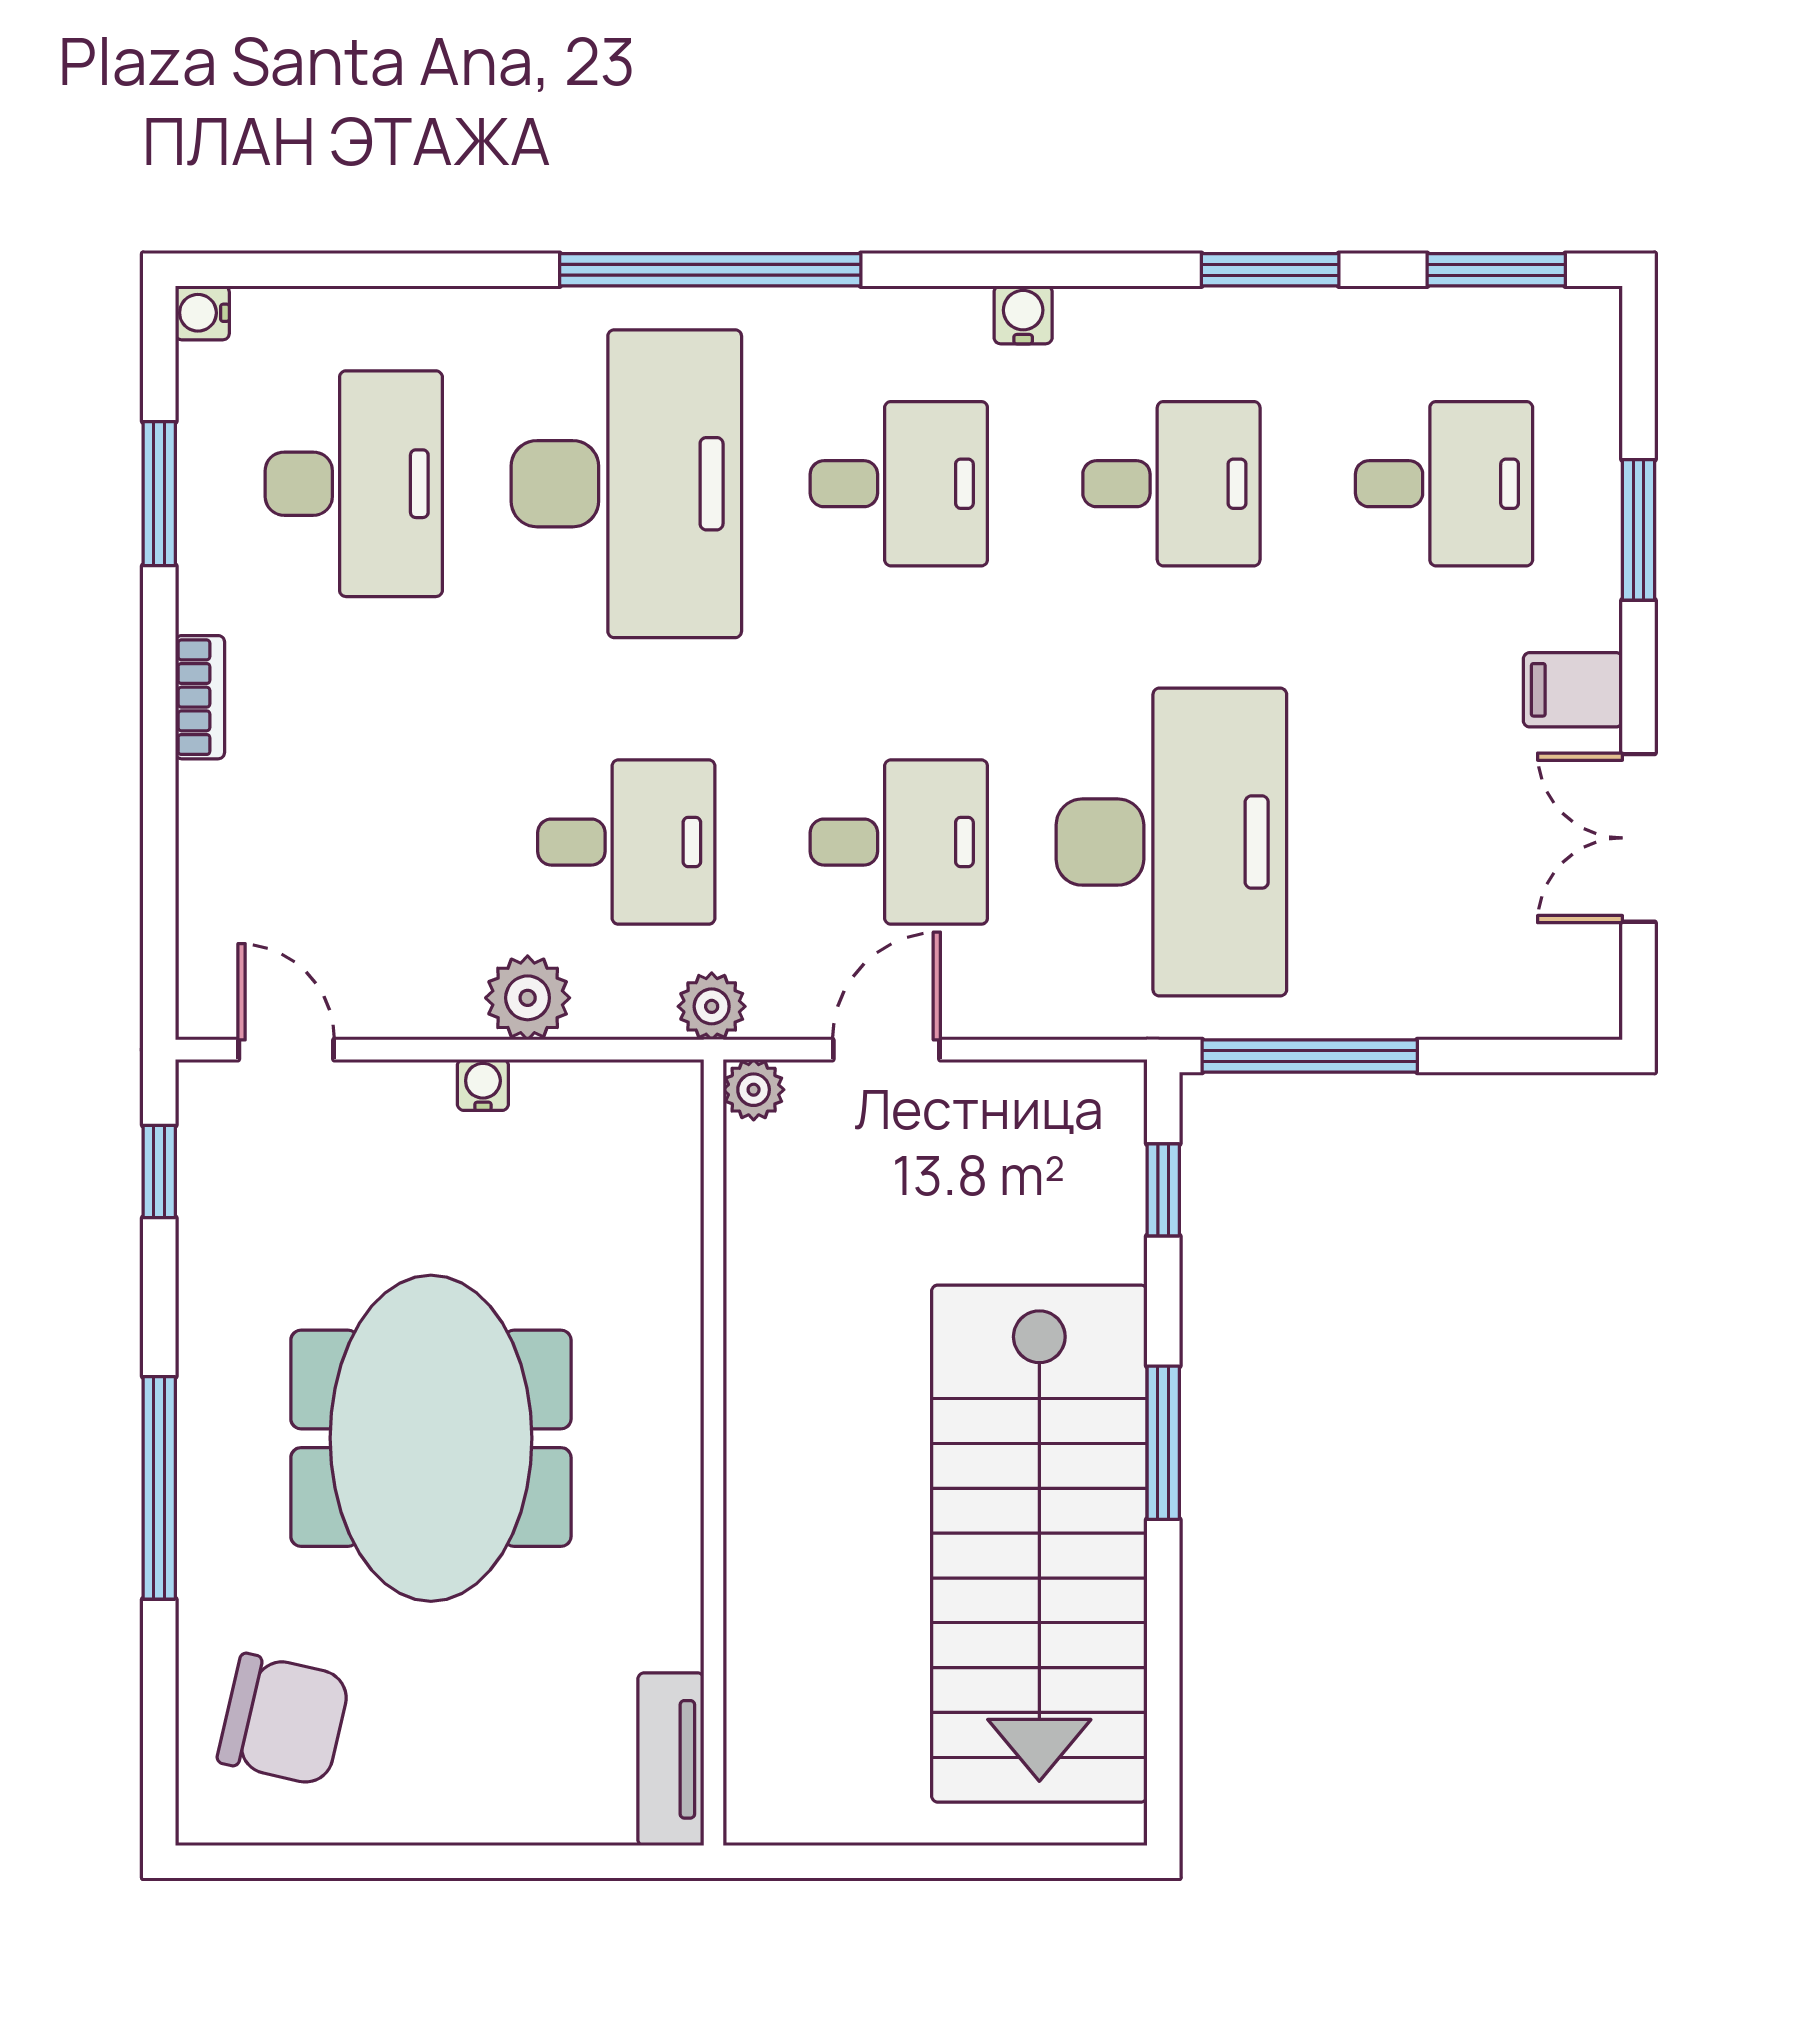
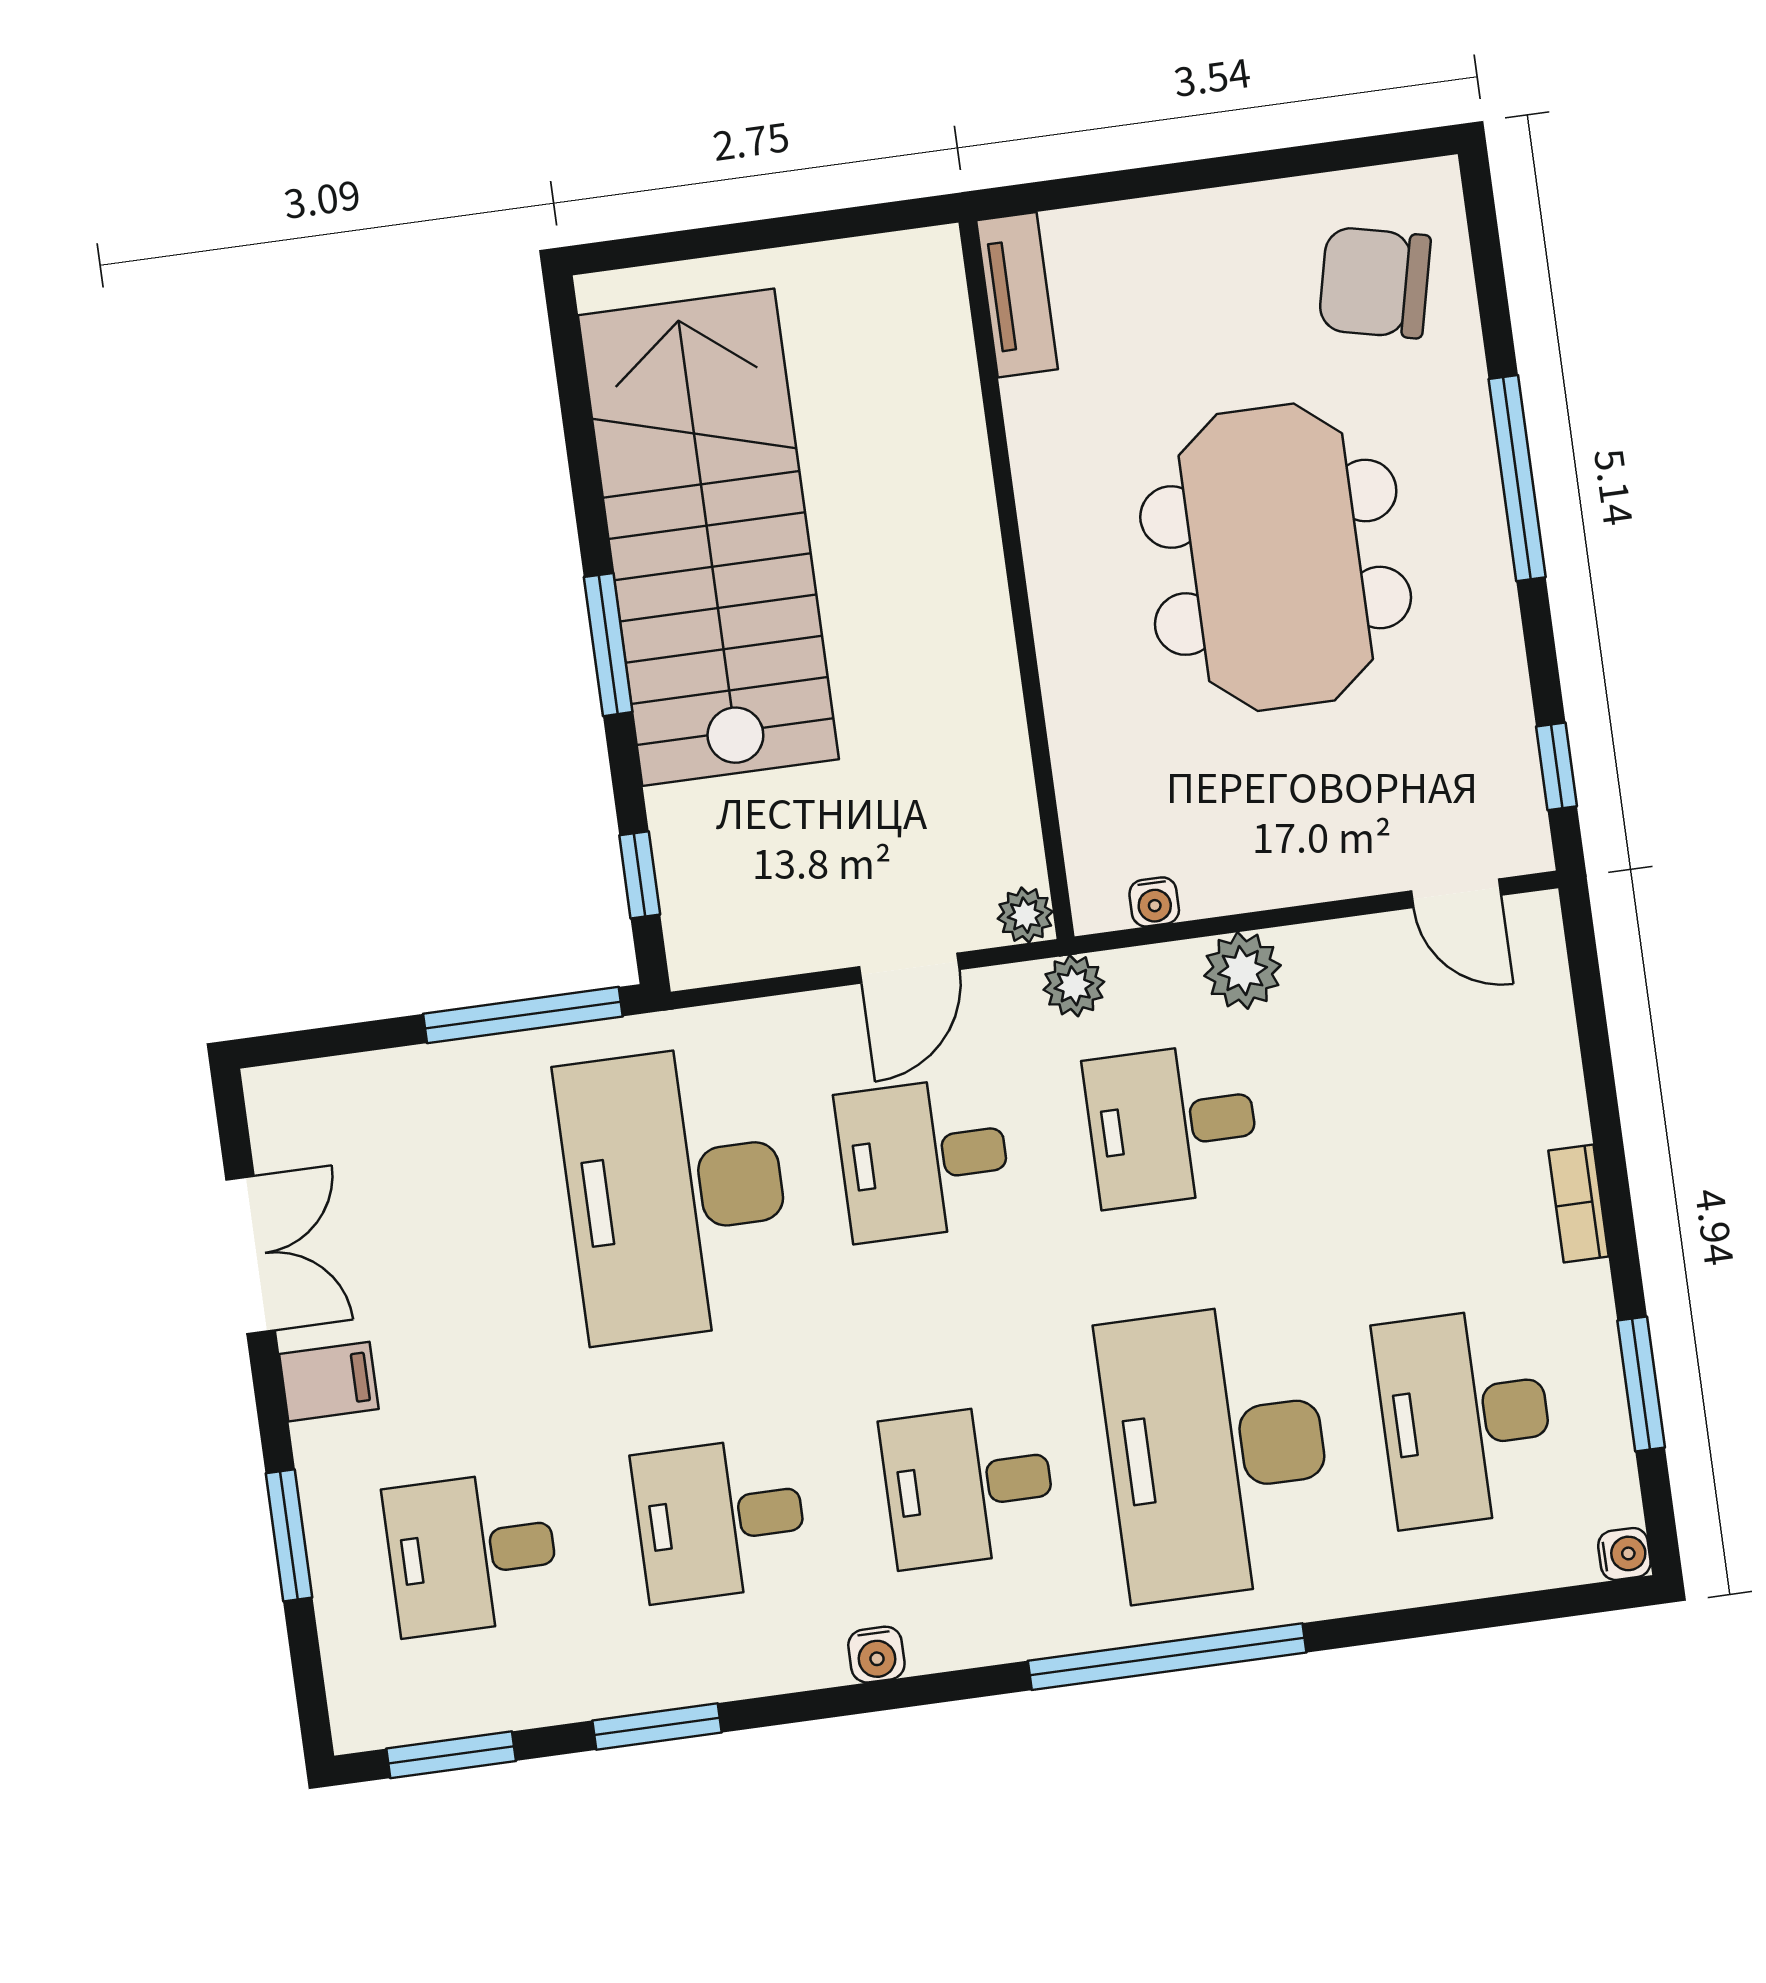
water cooler: (483, 1085) -> (1154, 902), moved

